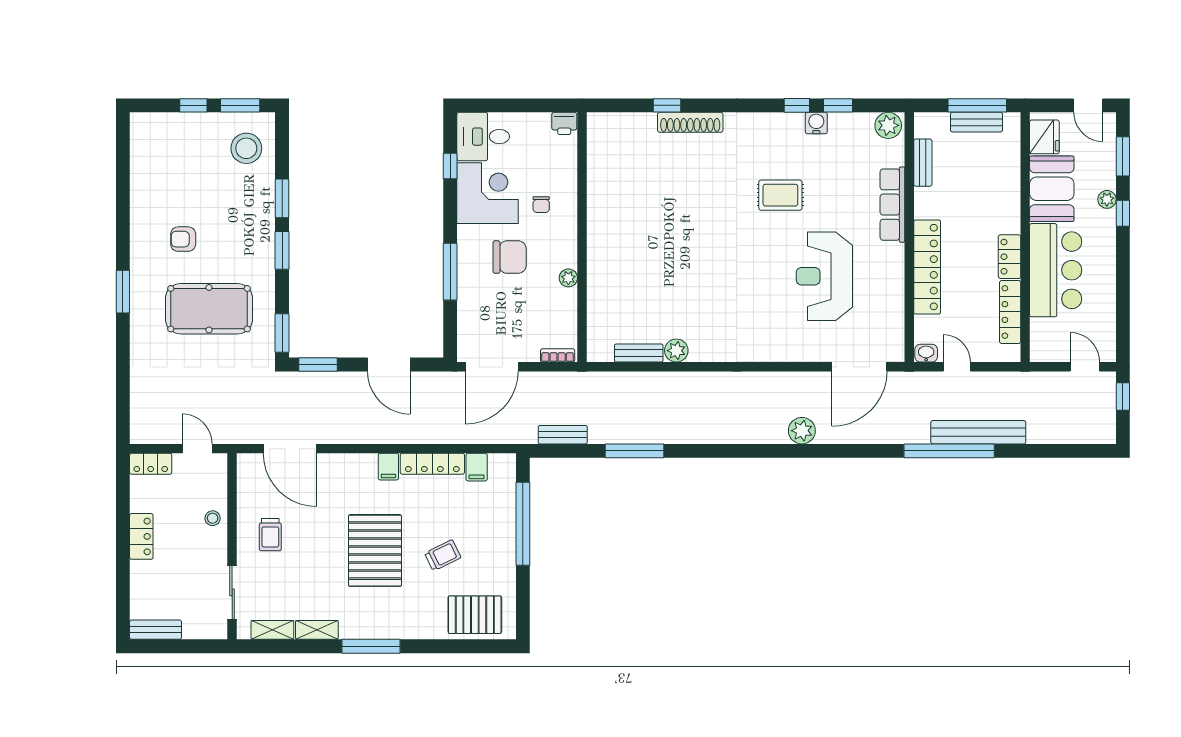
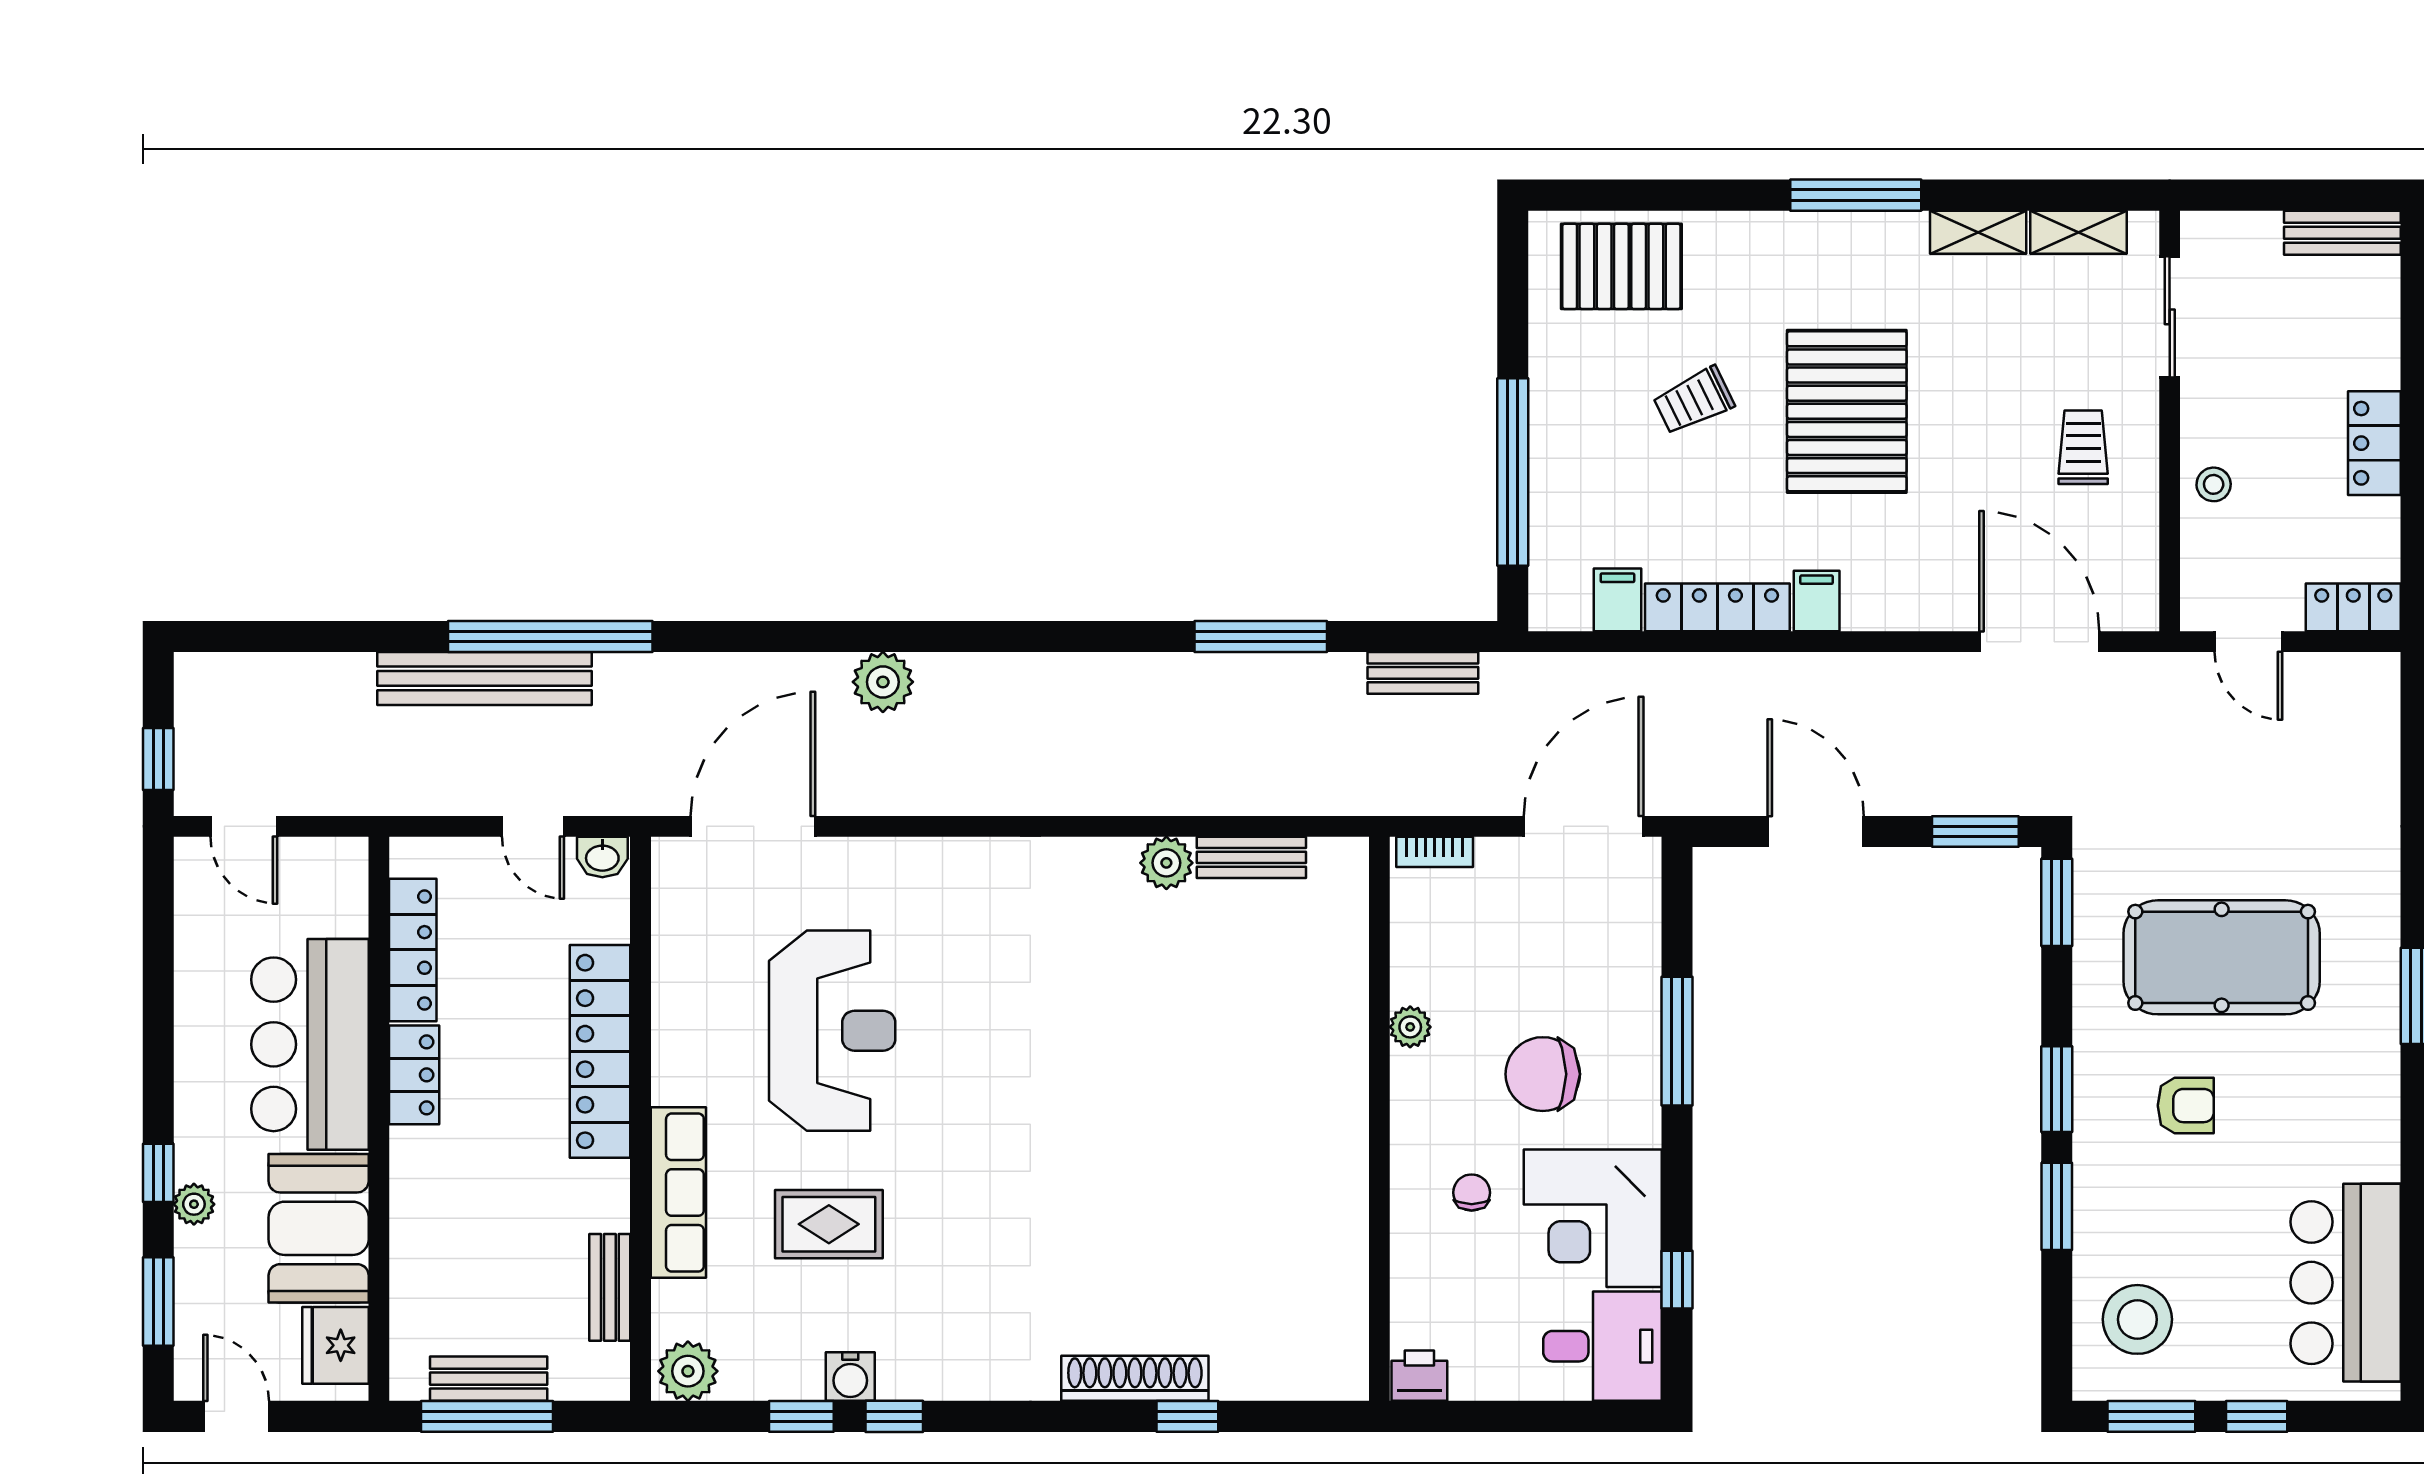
bar counter: (154, 165) -> (2346, 1283), added
rug: (780, 195) -> (829, 1224), moved
armchair: (183, 239) -> (2186, 1106), moved

